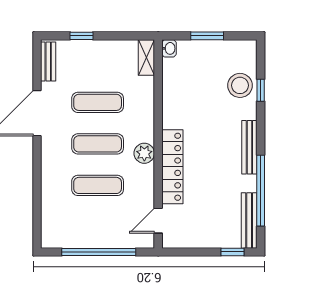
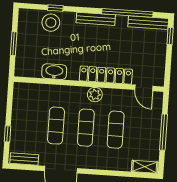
washbasin: (169, 48) -> (54, 72), moved, width x1.91, depth x1.45
shelving: (146, 57) -> (145, 167), moved
window: (99, 252) -> (163, 132), width x0.68

